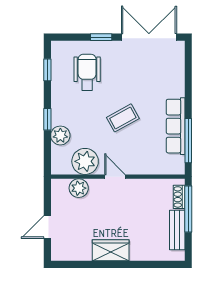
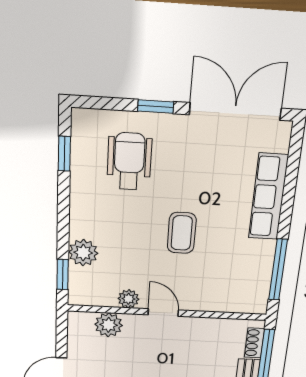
coffee table: (123, 118) -> (182, 233), turned -61
window: (47, 119) -> (63, 275), moved
row of seats: (176, 126) -> (268, 197), moved
plant: (85, 161) -> (129, 299), width x0.53, depth x0.53

